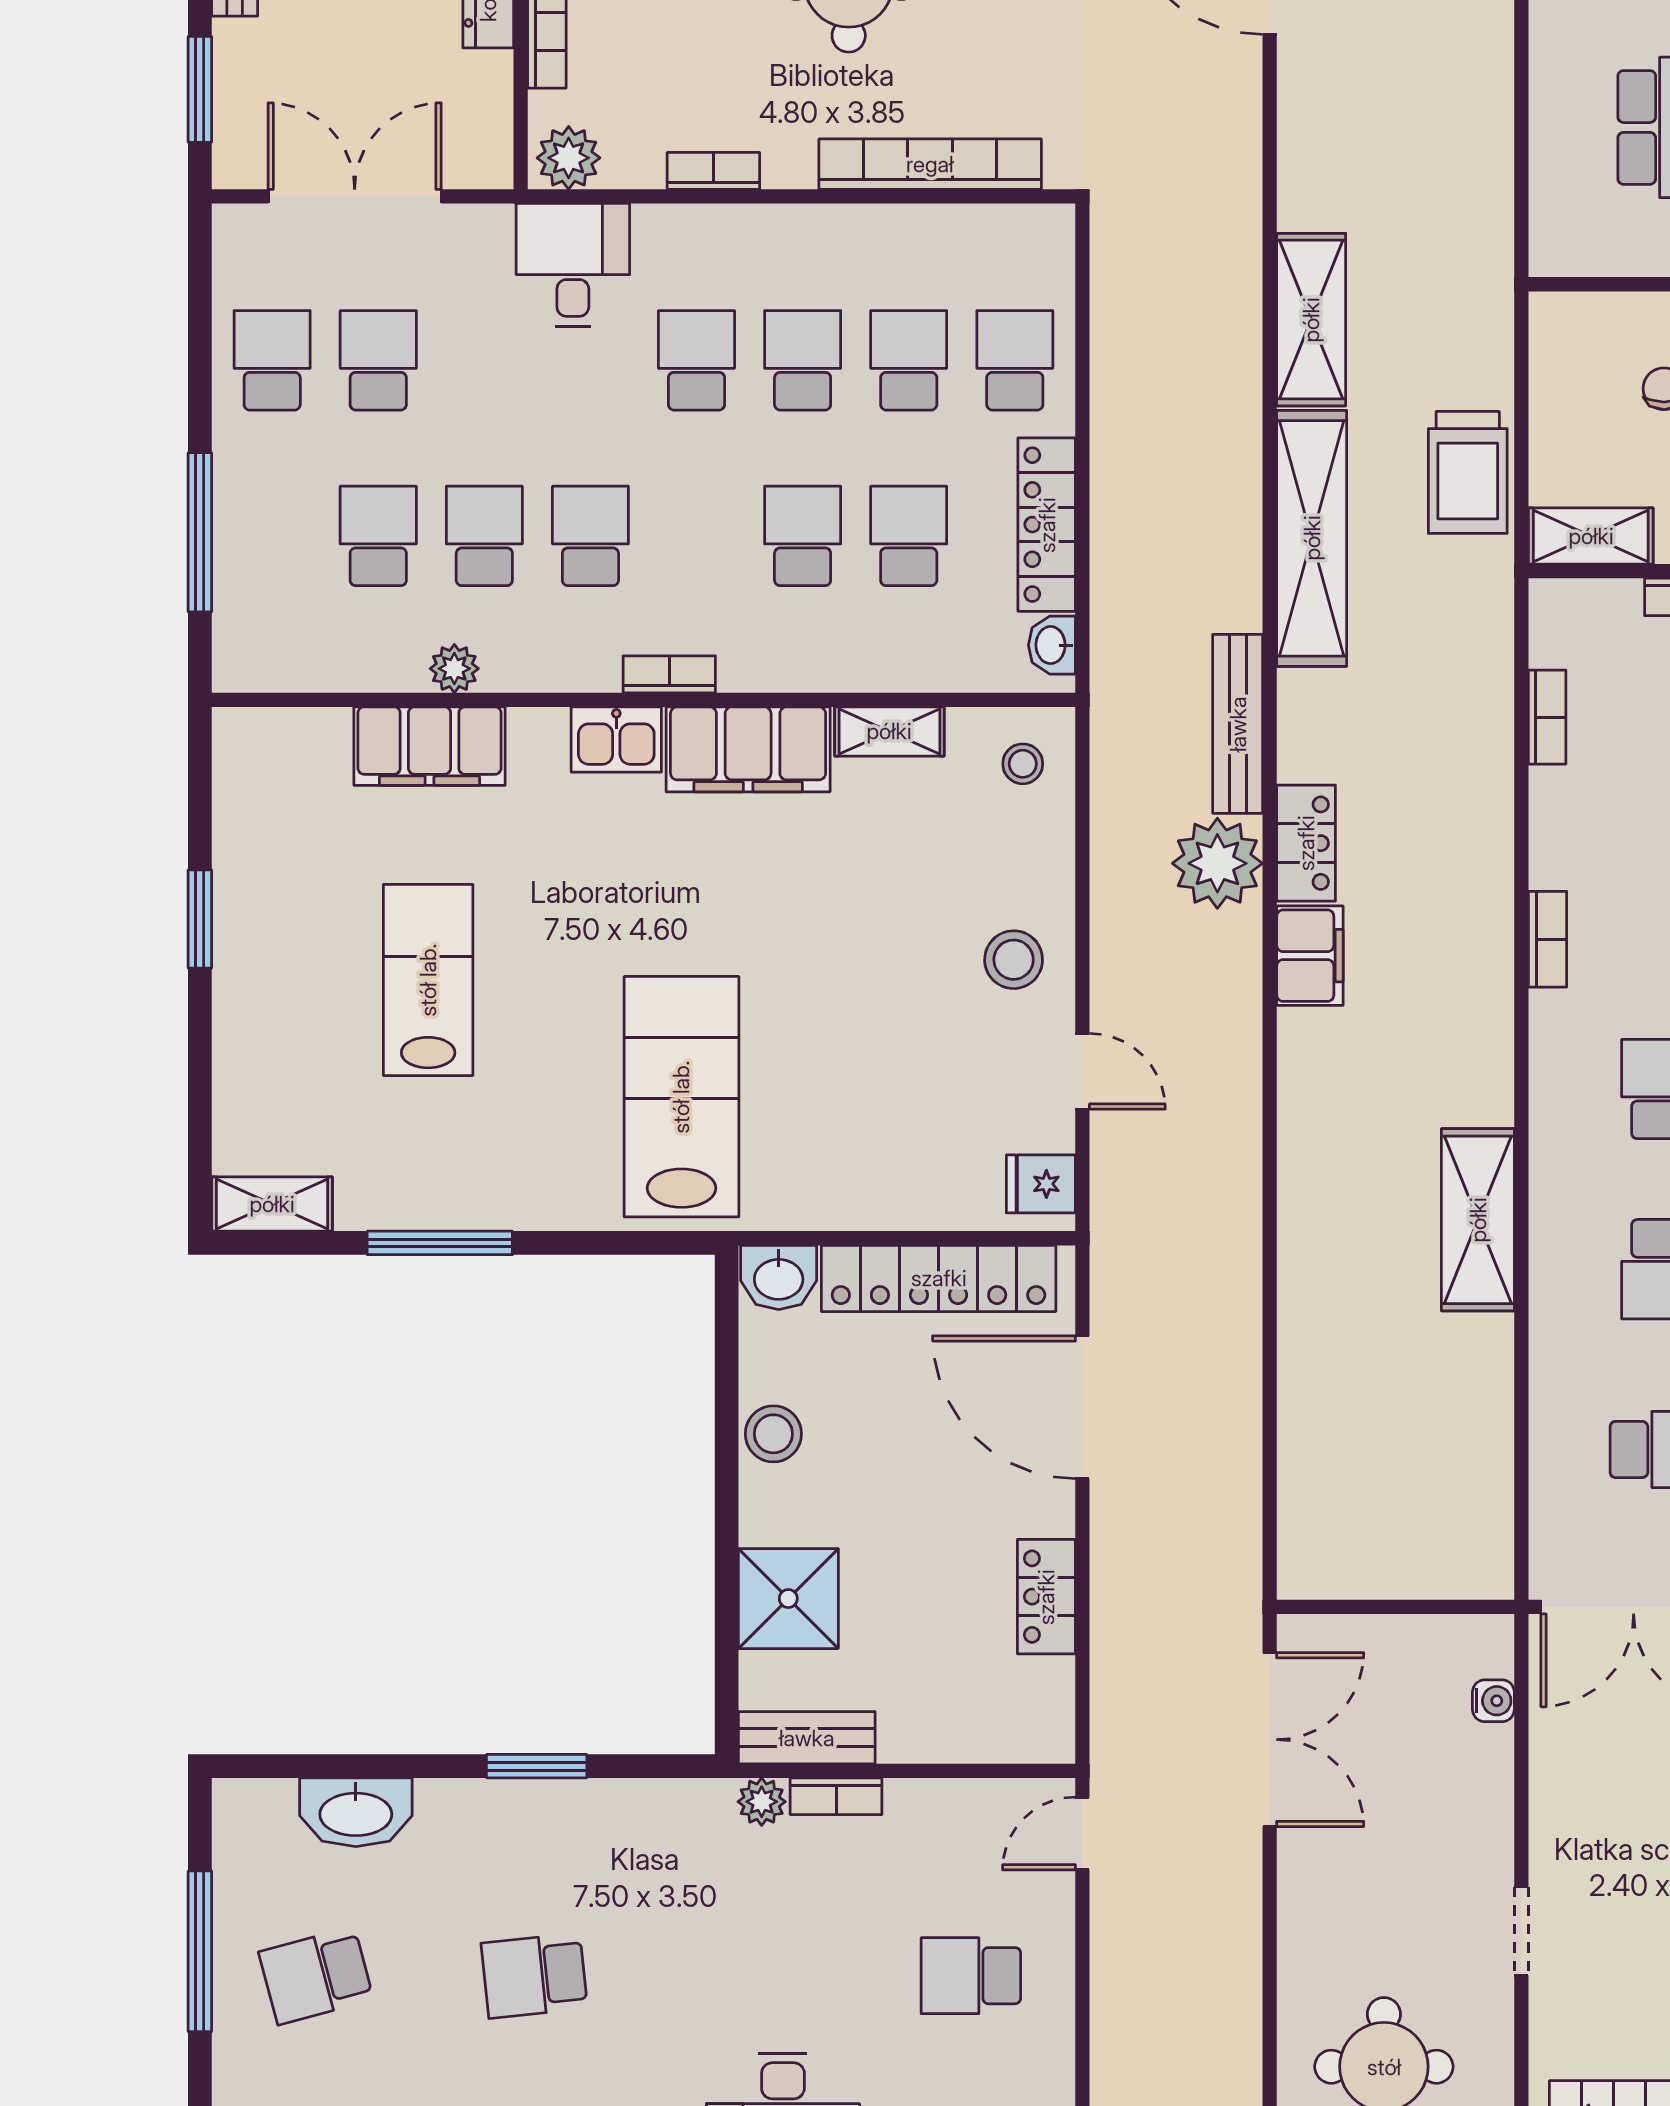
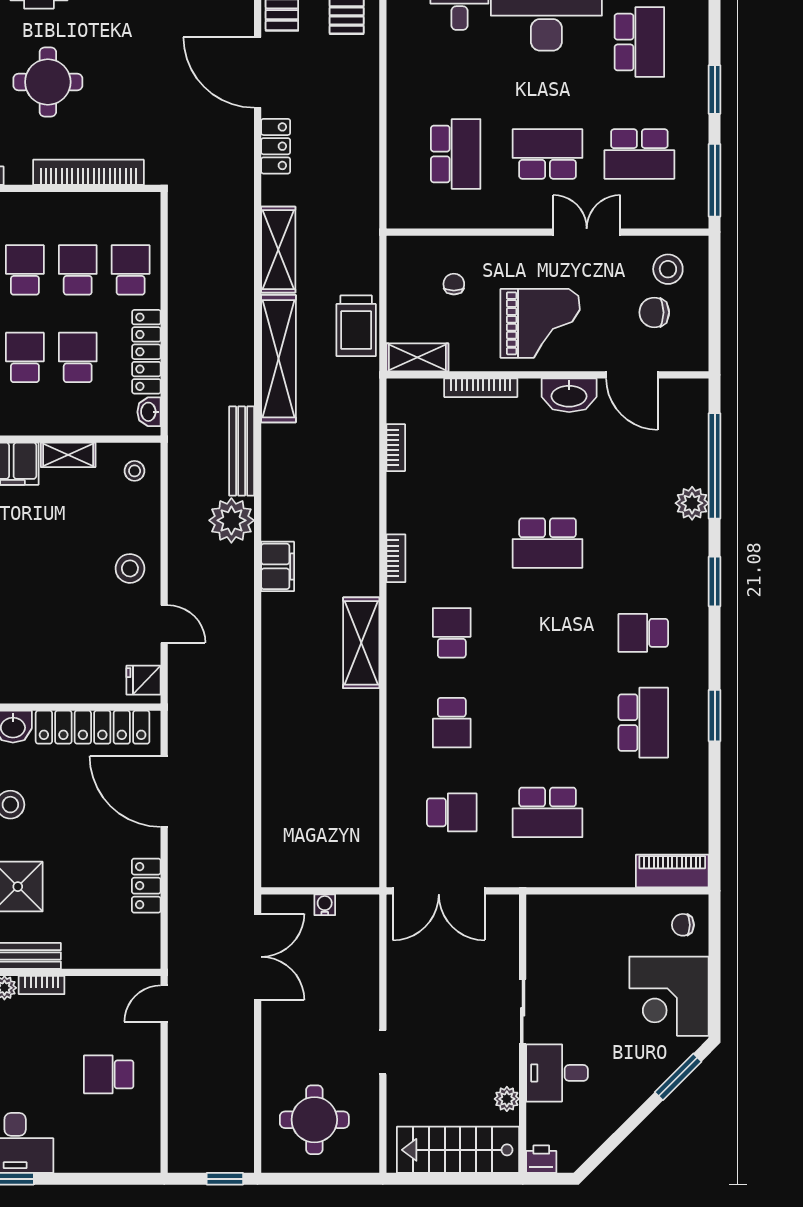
locker: (1306, 843) -> (276, 146), moved
shelving: (1478, 1220) -> (361, 643), moved
water cooler: (1493, 1701) -> (325, 905), moved, turned -90

